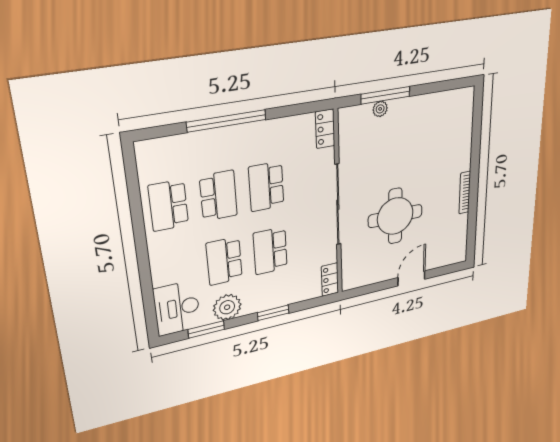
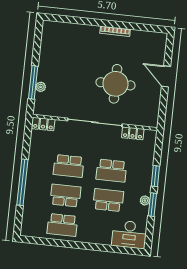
school desk: (224, 261) -> (108, 200), turned 180
locker: (330, 280) -> (133, 133), moved
plant: (227, 307) -> (145, 201), width x0.53, depth x0.53
window: (206, 329) -> (152, 205), moved

